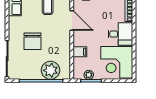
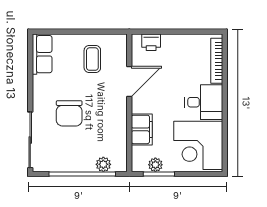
door: (72, 21) -> (129, 82), hinge flipped
filing cabinet: (80, 52) -> (142, 129), width x2.00
plant: (51, 70) -> (103, 164), width x0.53, depth x0.53

